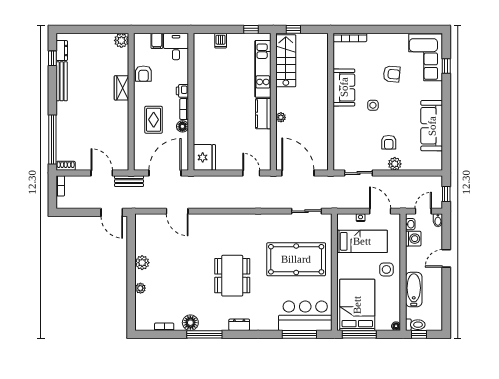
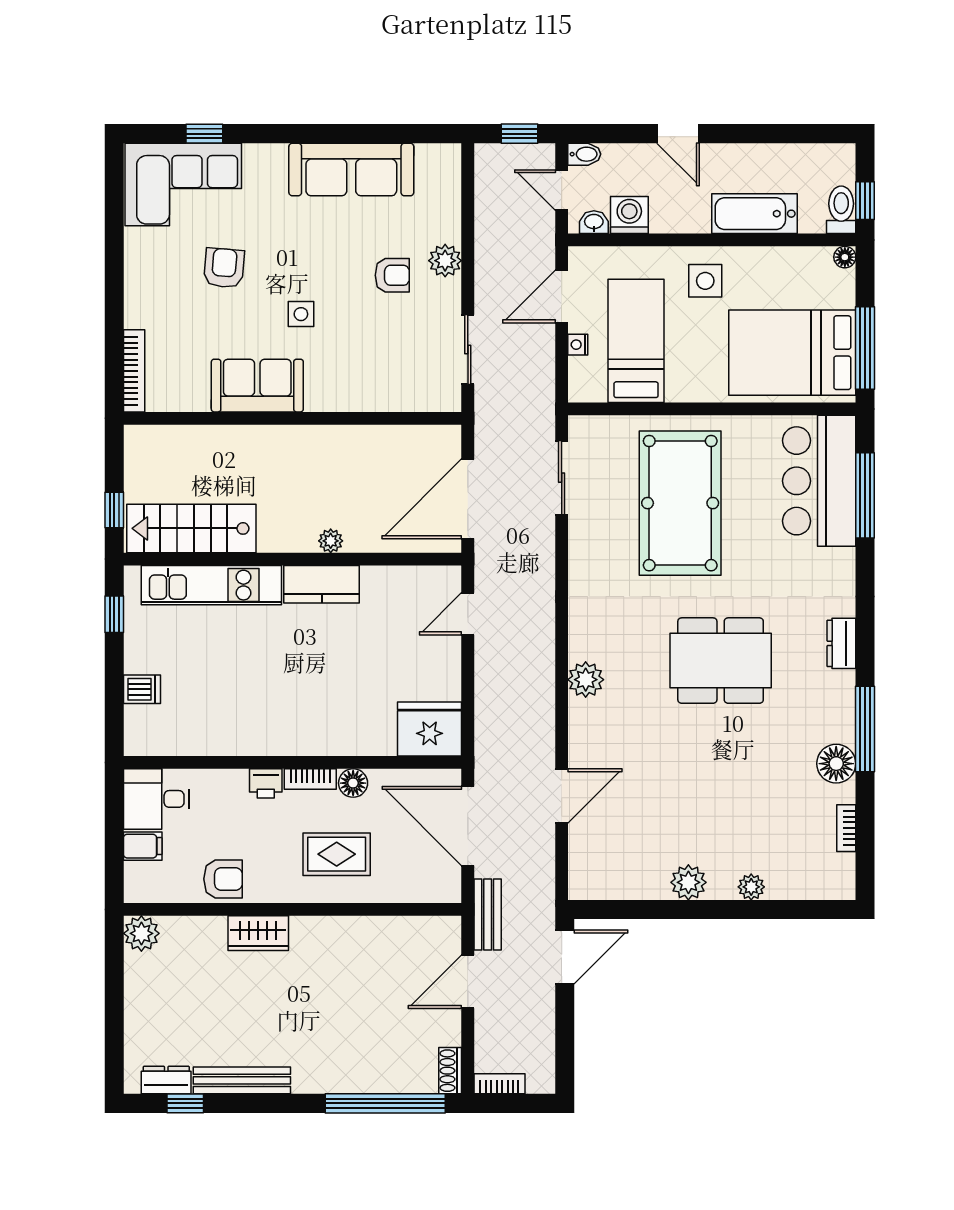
plant: (224, 221) -> (586, 680), added

